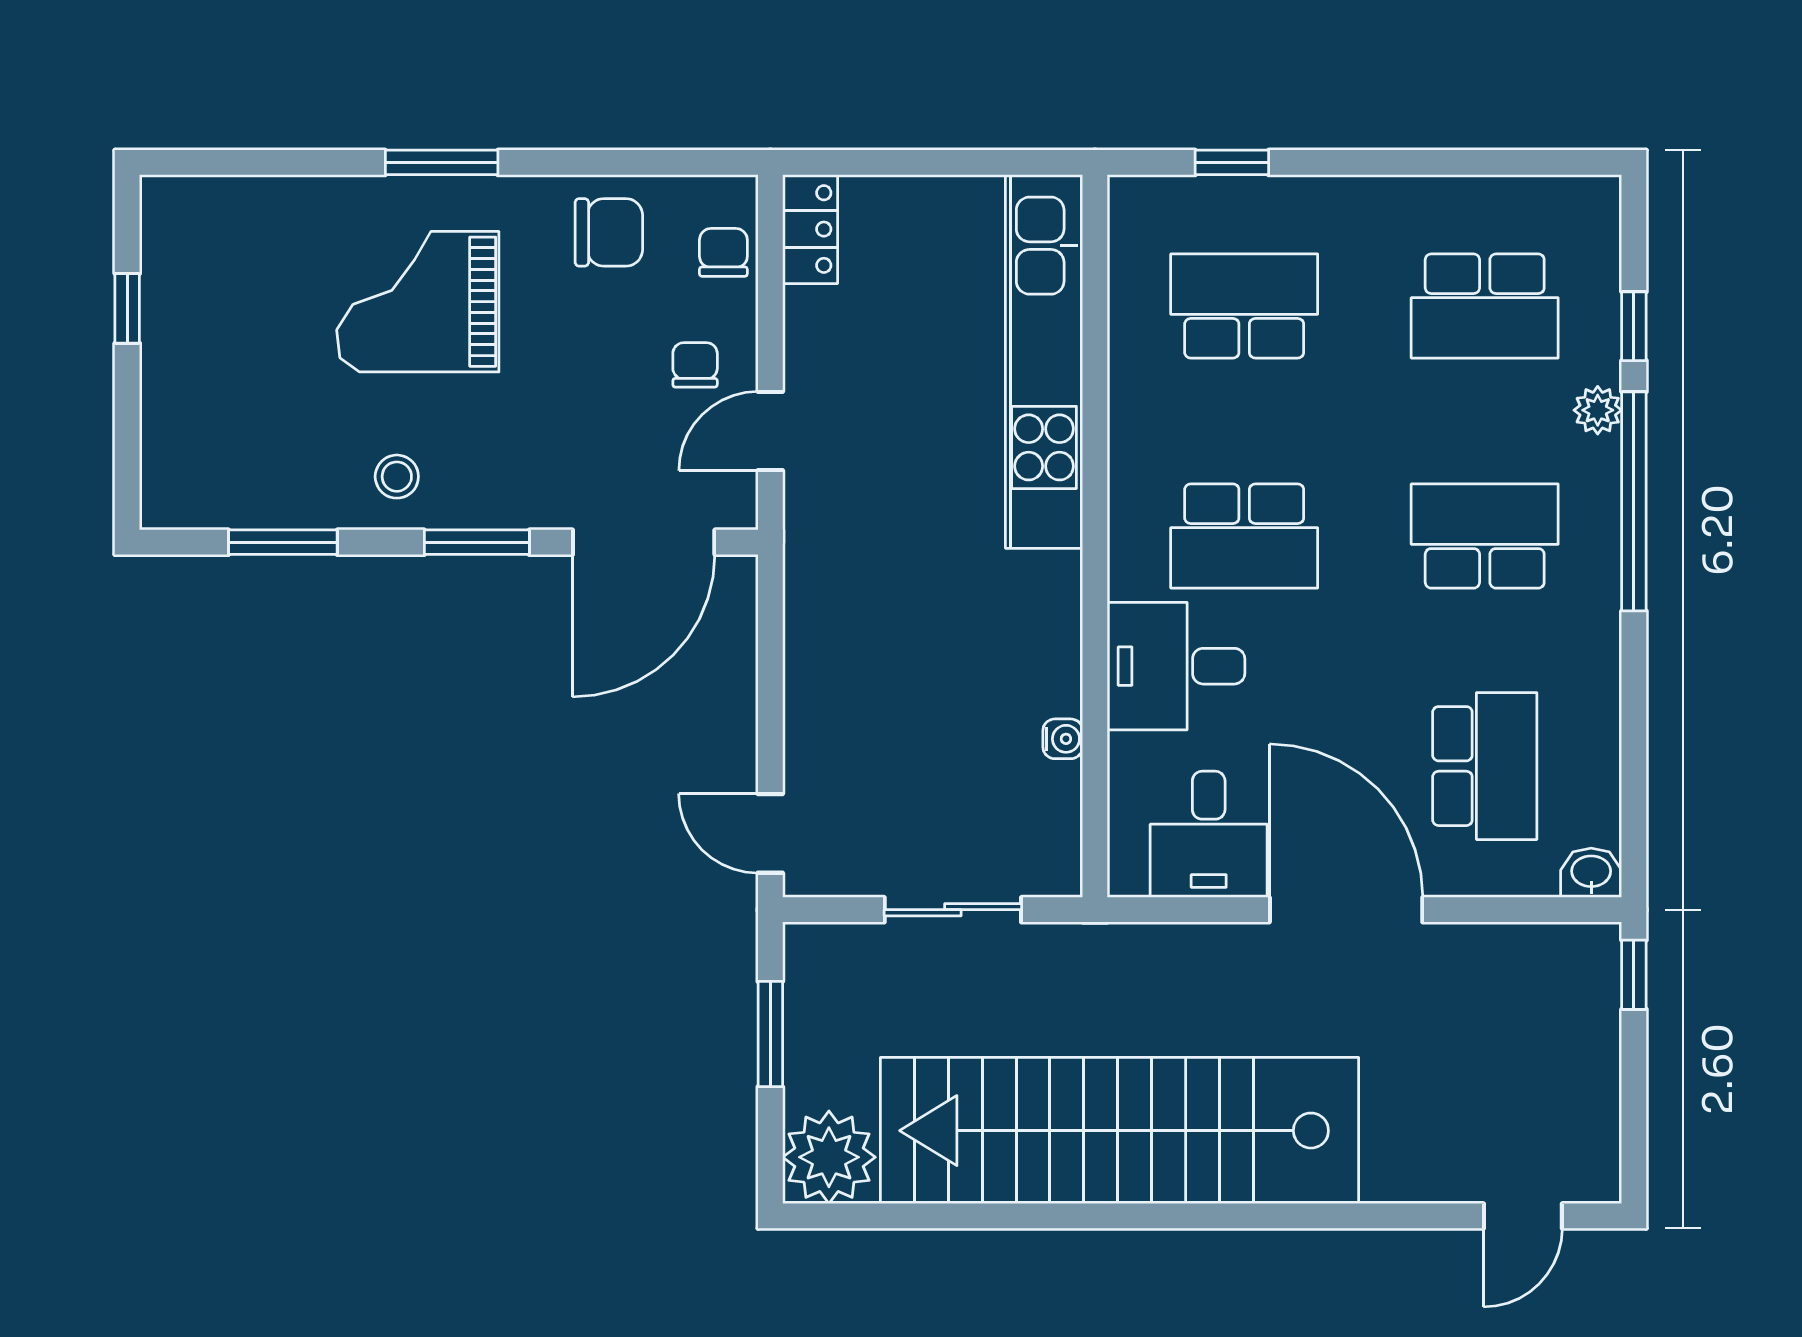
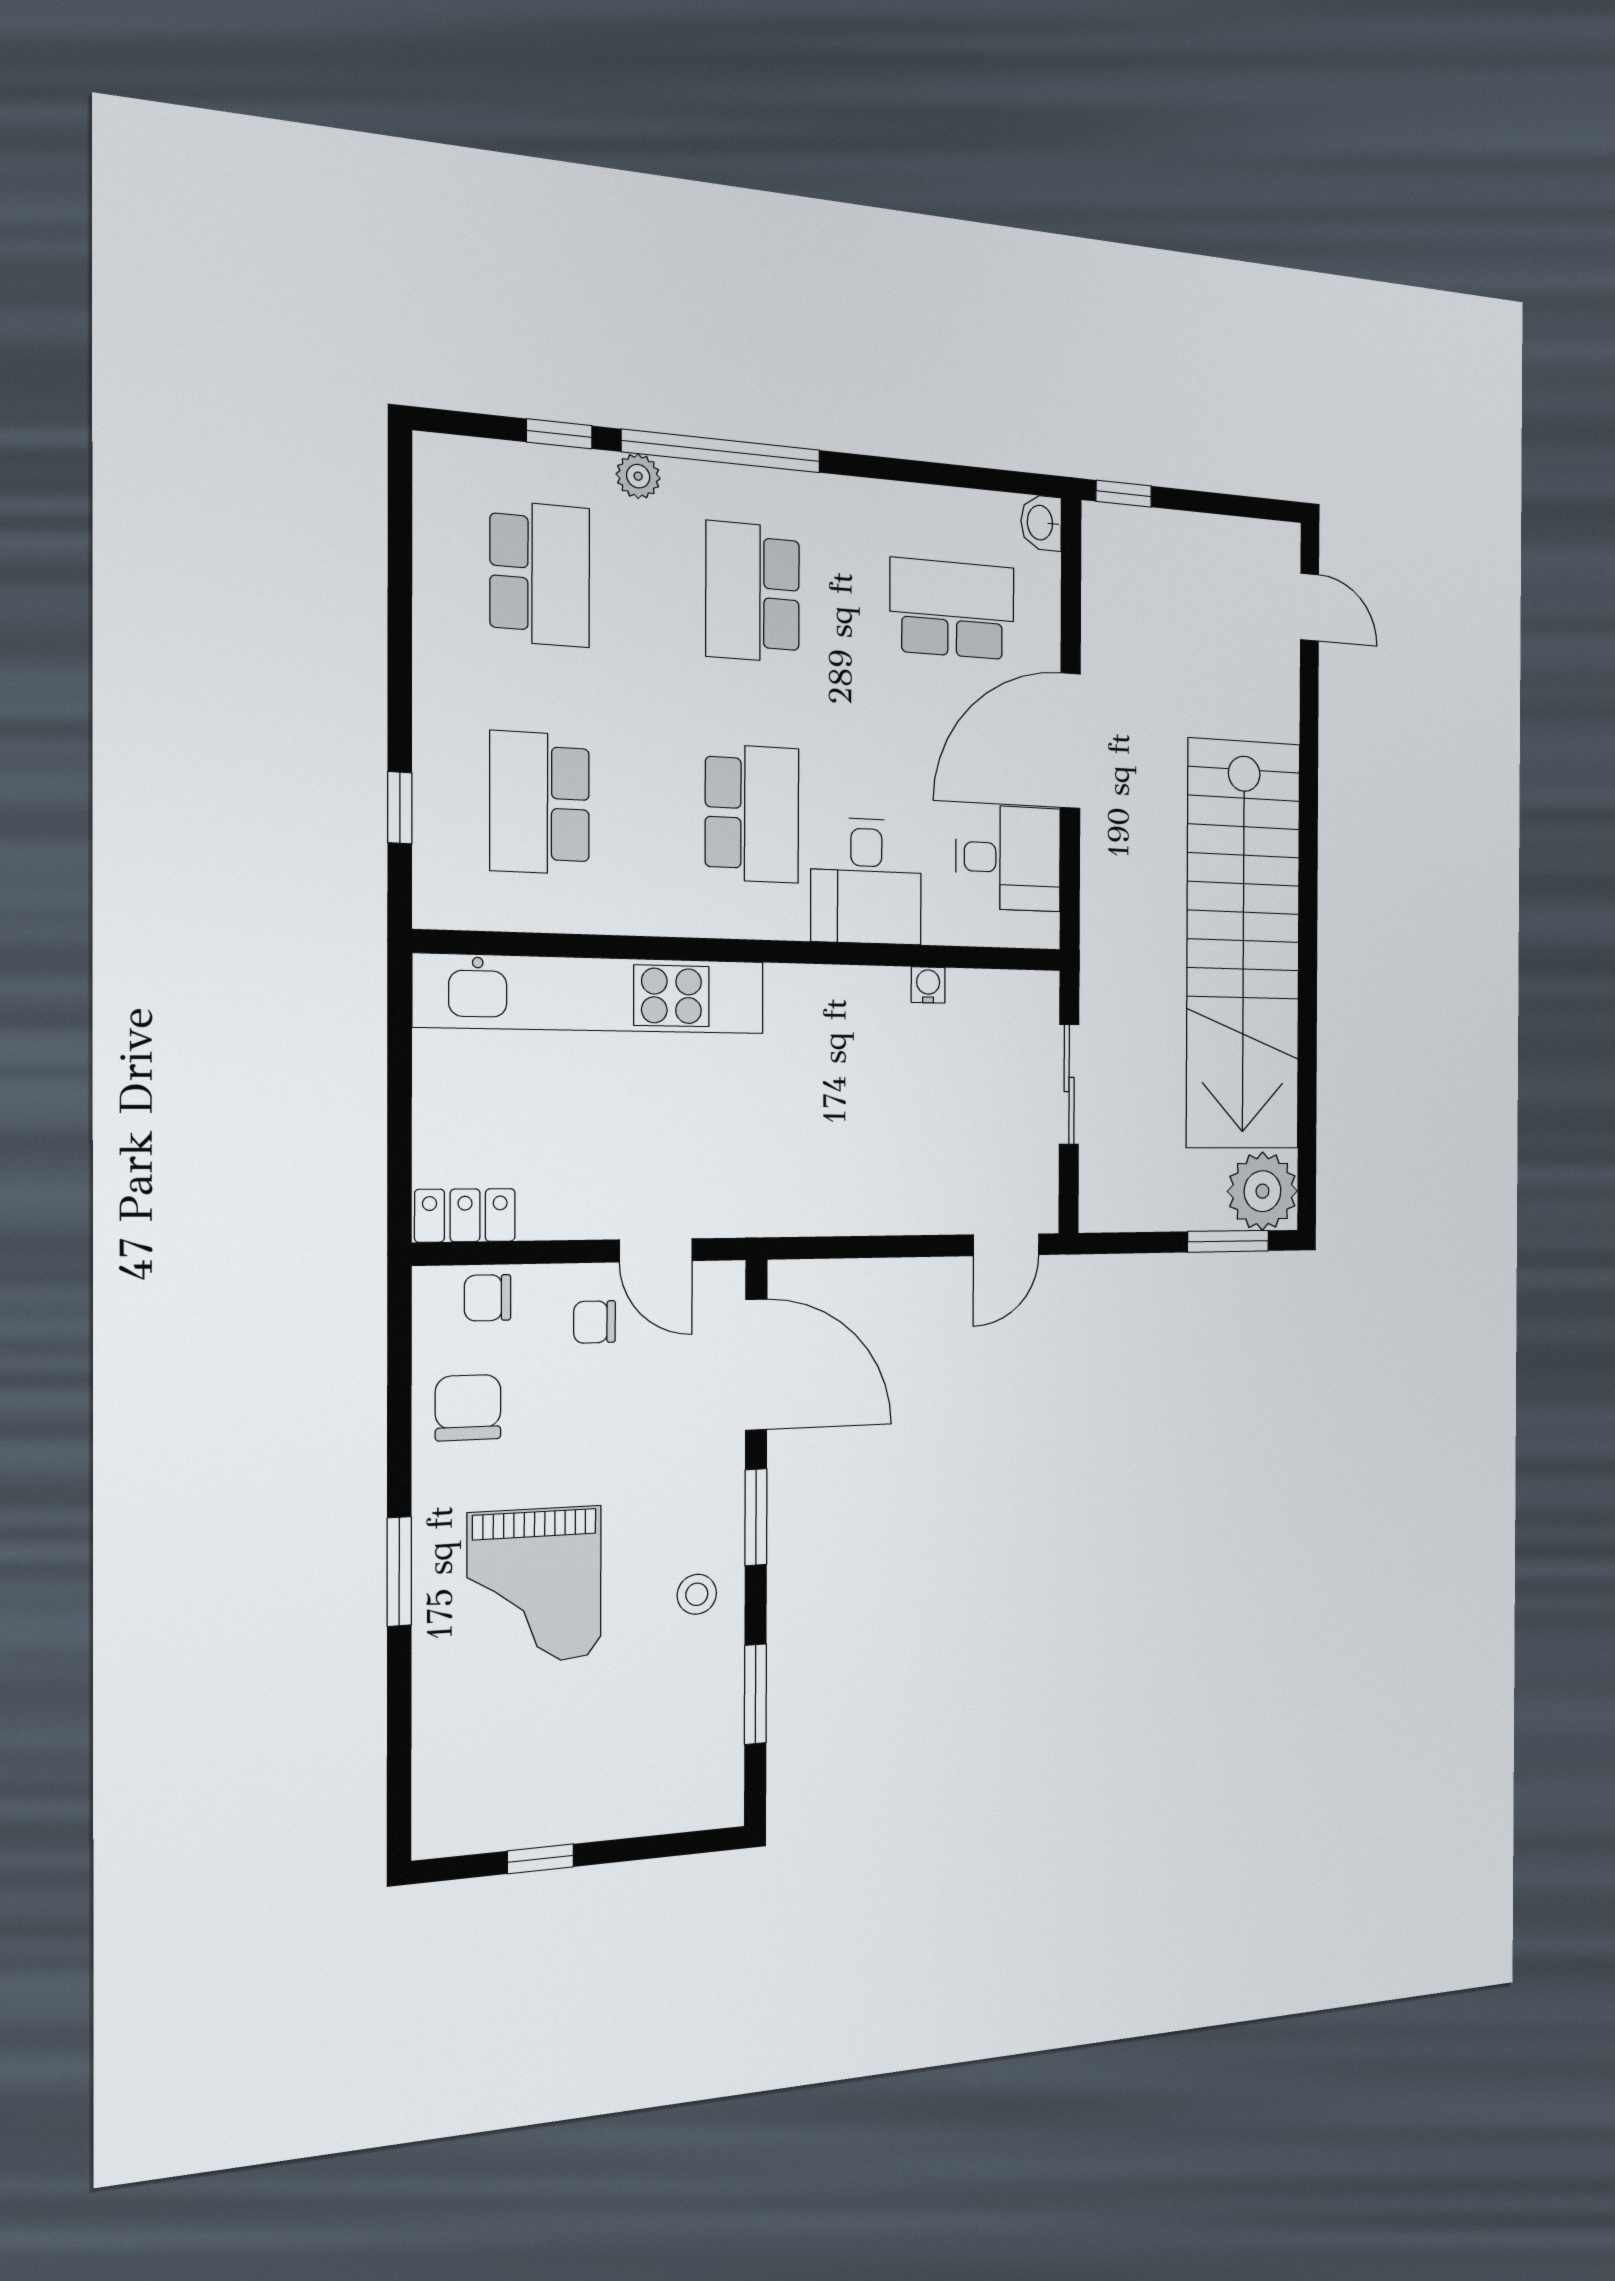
window: (770, 1034) -> (1228, 1241), moved

